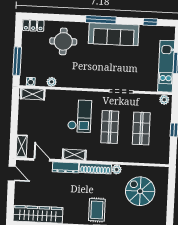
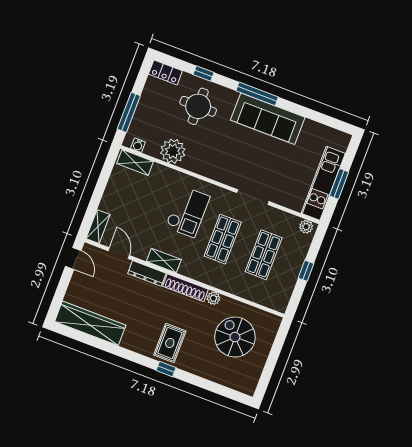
window: (150, 22) -> (204, 73), moved
plant: (52, 82) -> (173, 151), width x1.88, depth x1.88

